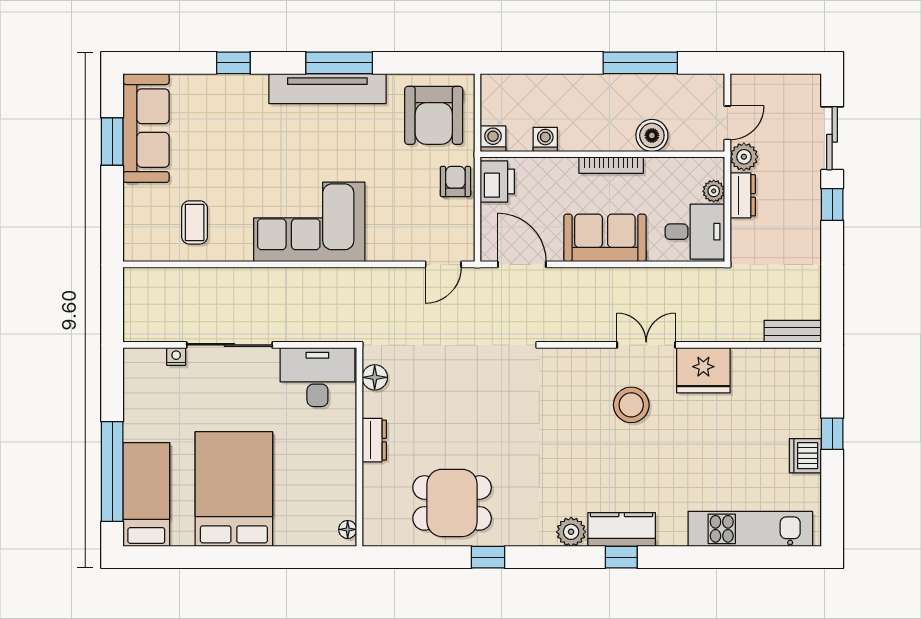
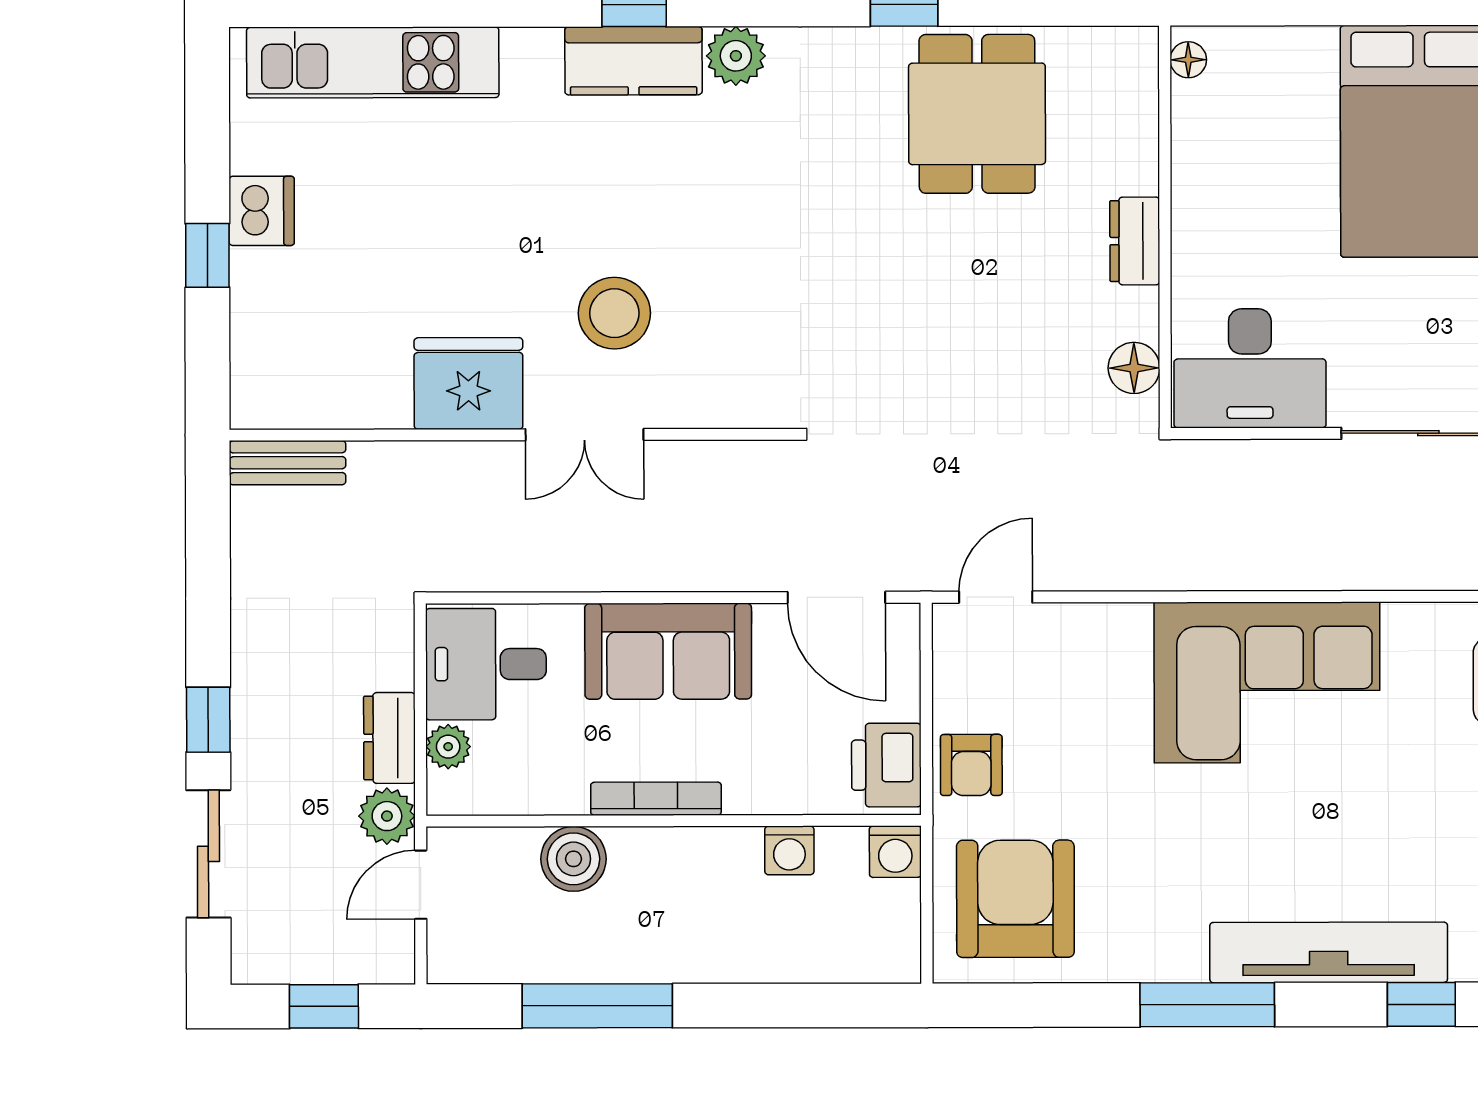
window: (775, 63) -> (324, 1006), added
tv unit: (327, 89) -> (1329, 952), moved
dining table: (452, 503) -> (977, 114), turned 90

